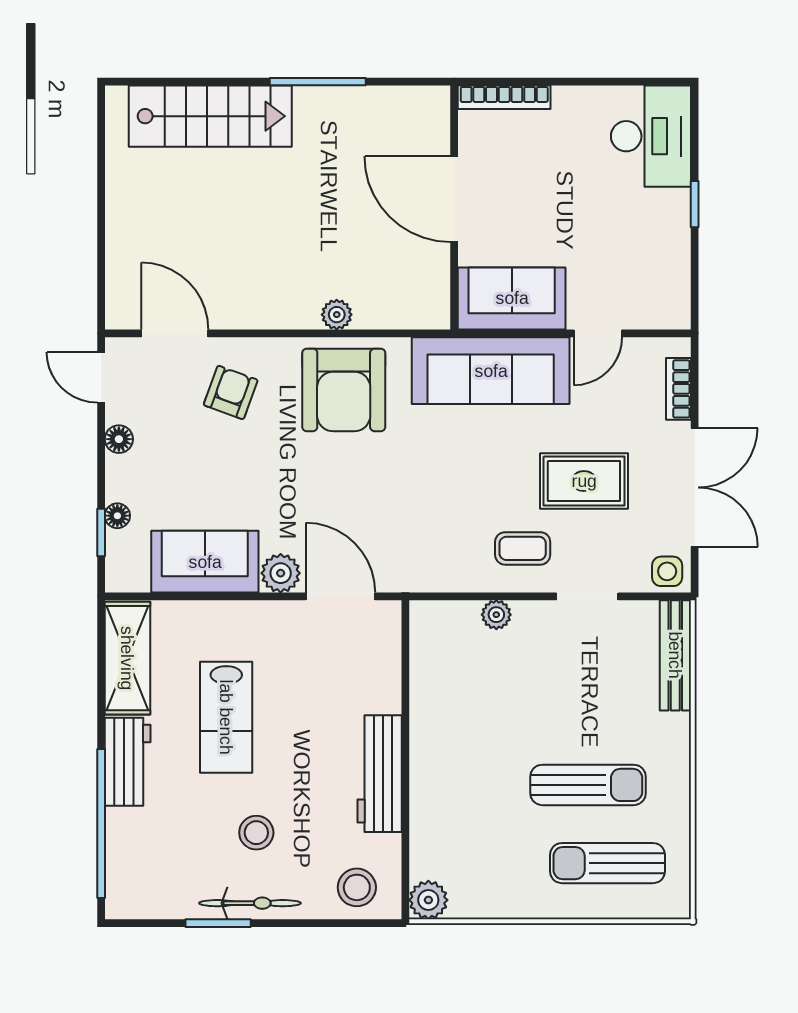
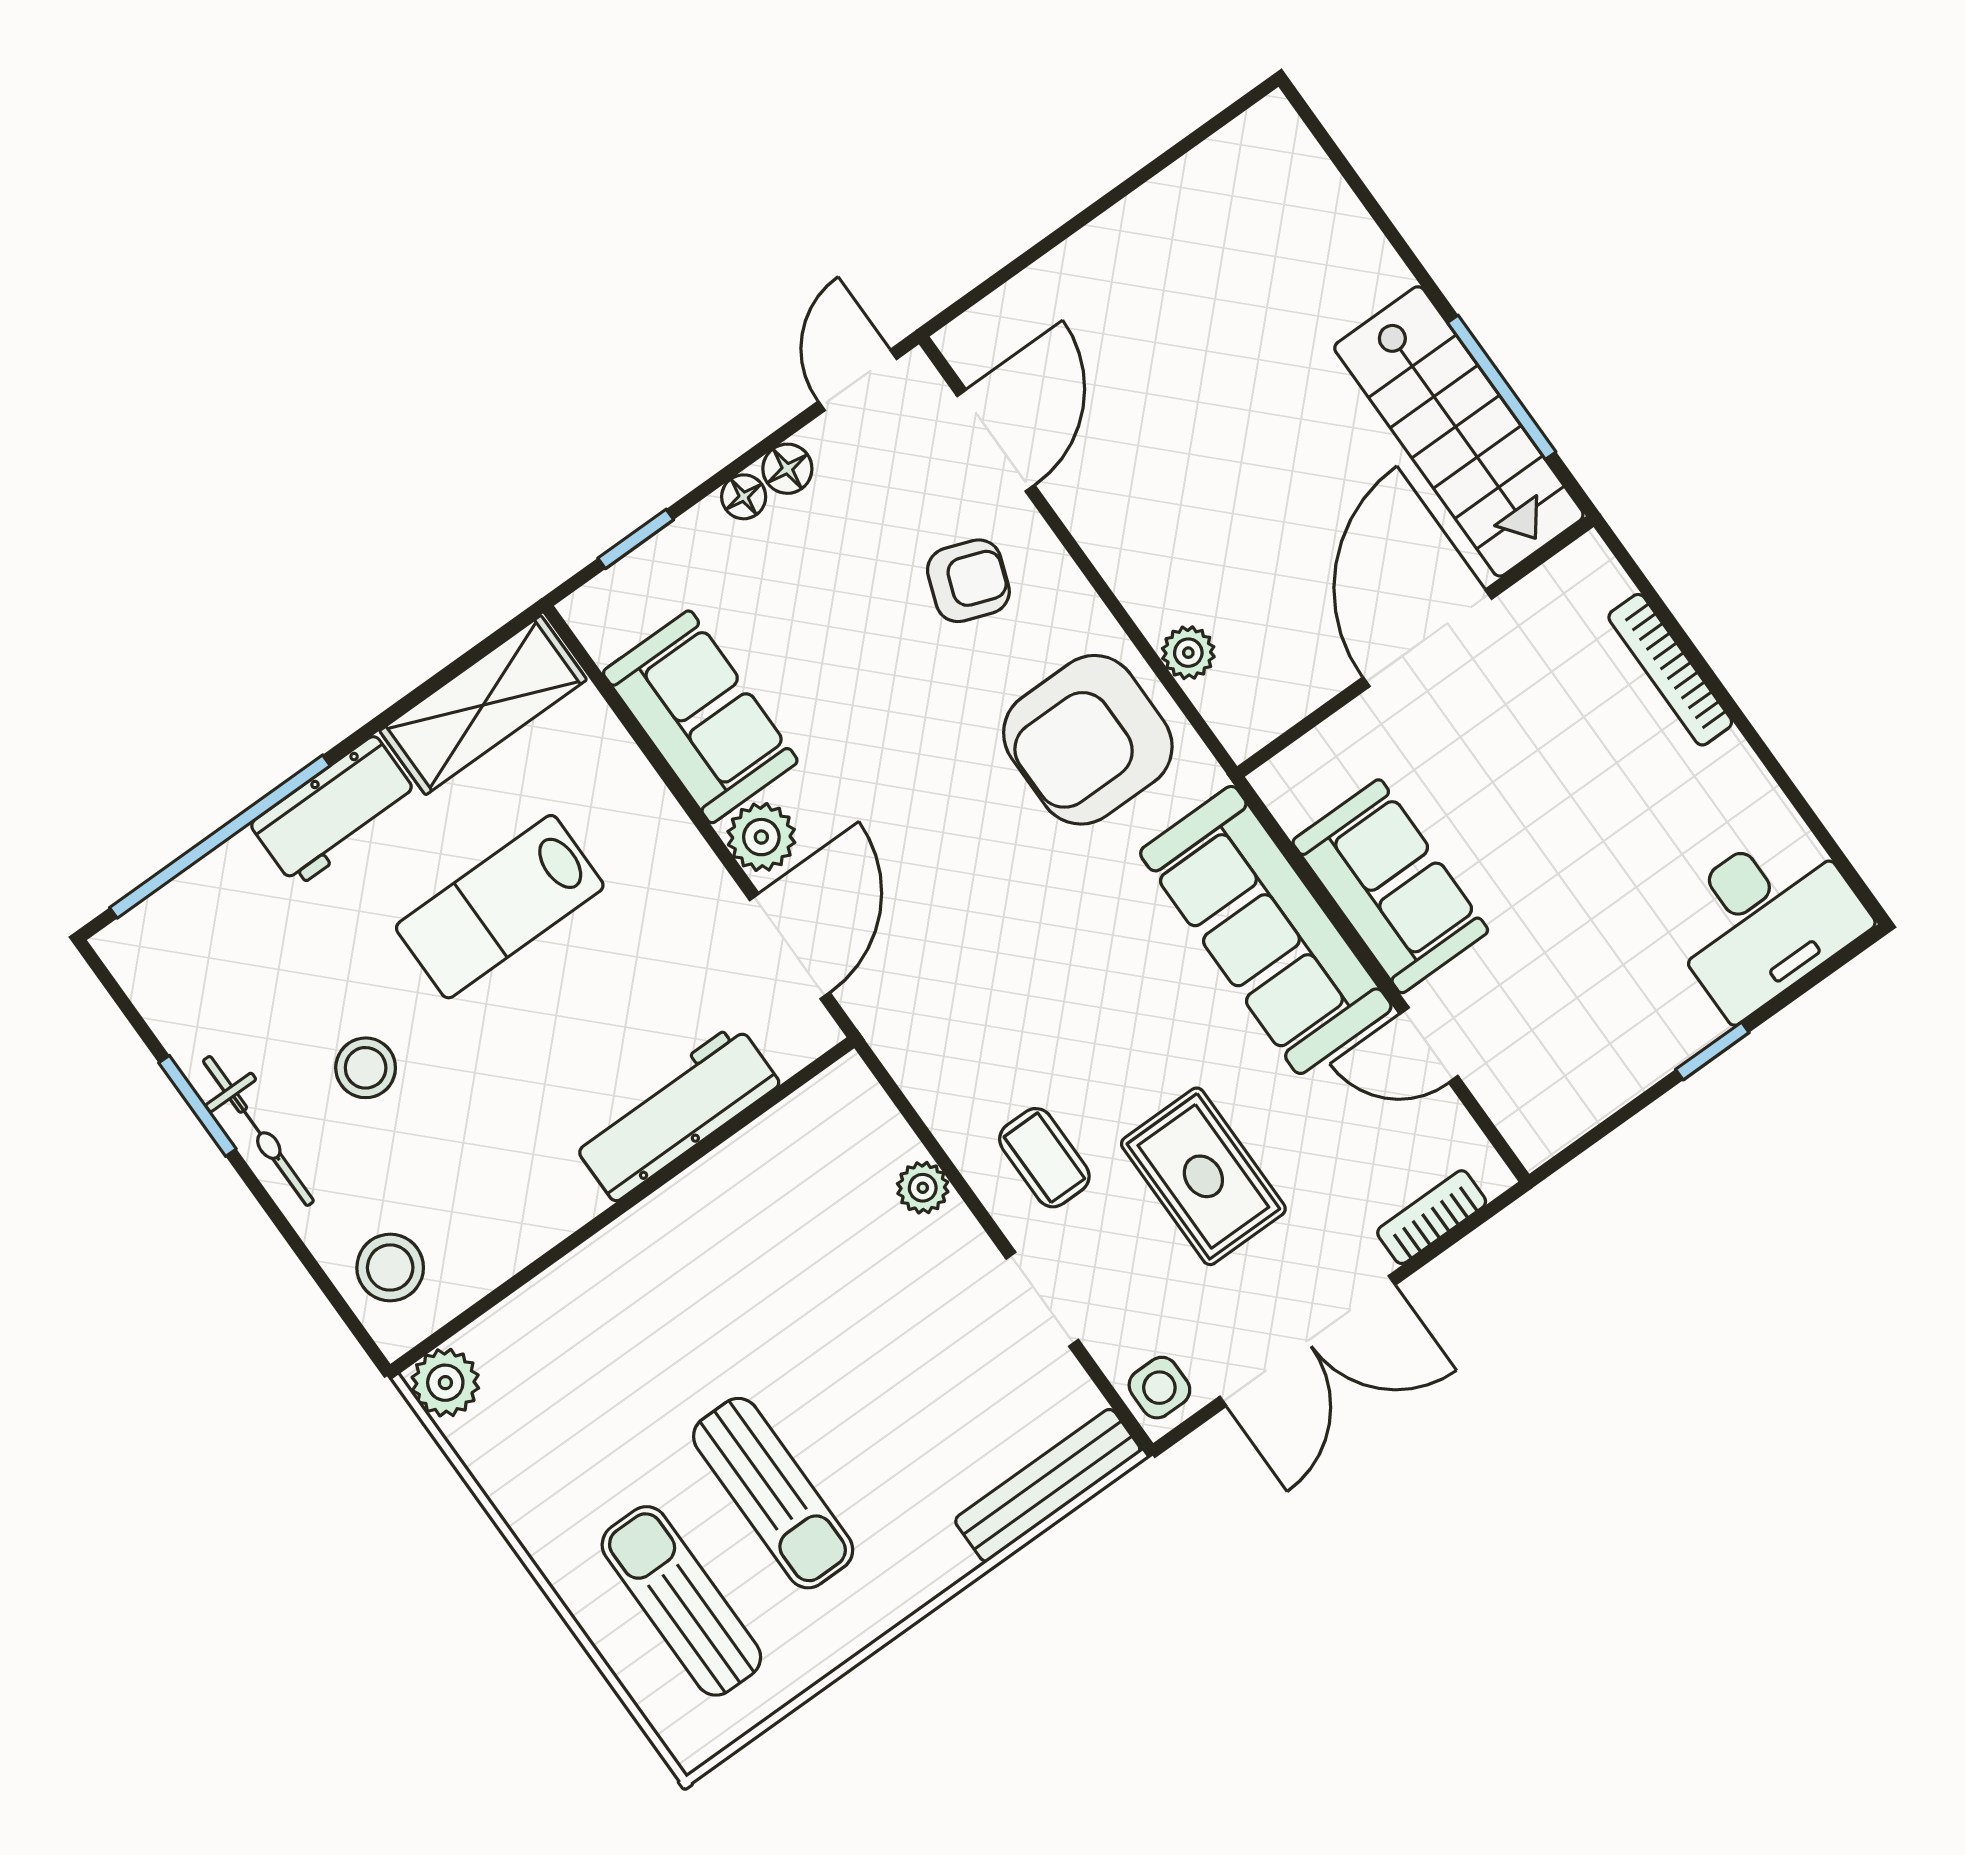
stairs: (210, 116) -> (1459, 431), moved
door: (454, 199) -> (1427, 638), moved
wall: (454, 208) -> (1415, 647), moved
floor lamp: (117, 516) -> (744, 497), moved
workbench: (380, 774) -> (676, 1112), moved

